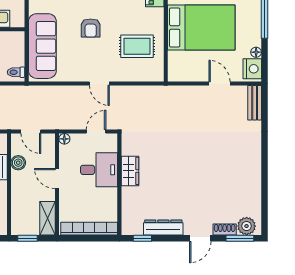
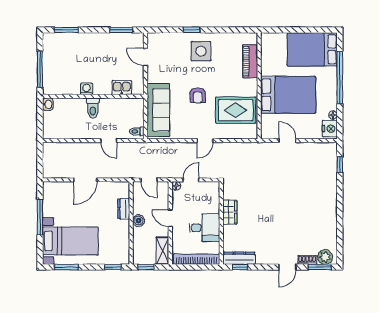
rug: (137, 46) -> (236, 110), width x1.36, depth x1.43
door: (99, 84) -> (205, 141), hinge flipped
door: (219, 84) -> (287, 141), moved
bench: (255, 103) -> (332, 156), removed
window: (264, 113) -> (340, 165), added
door: (96, 131) -> (191, 180), moved
boiler: (18, 163) -> (139, 221), moved
desk: (99, 170) -> (205, 228), moved
dresser: (163, 227) -> (239, 258), moved

